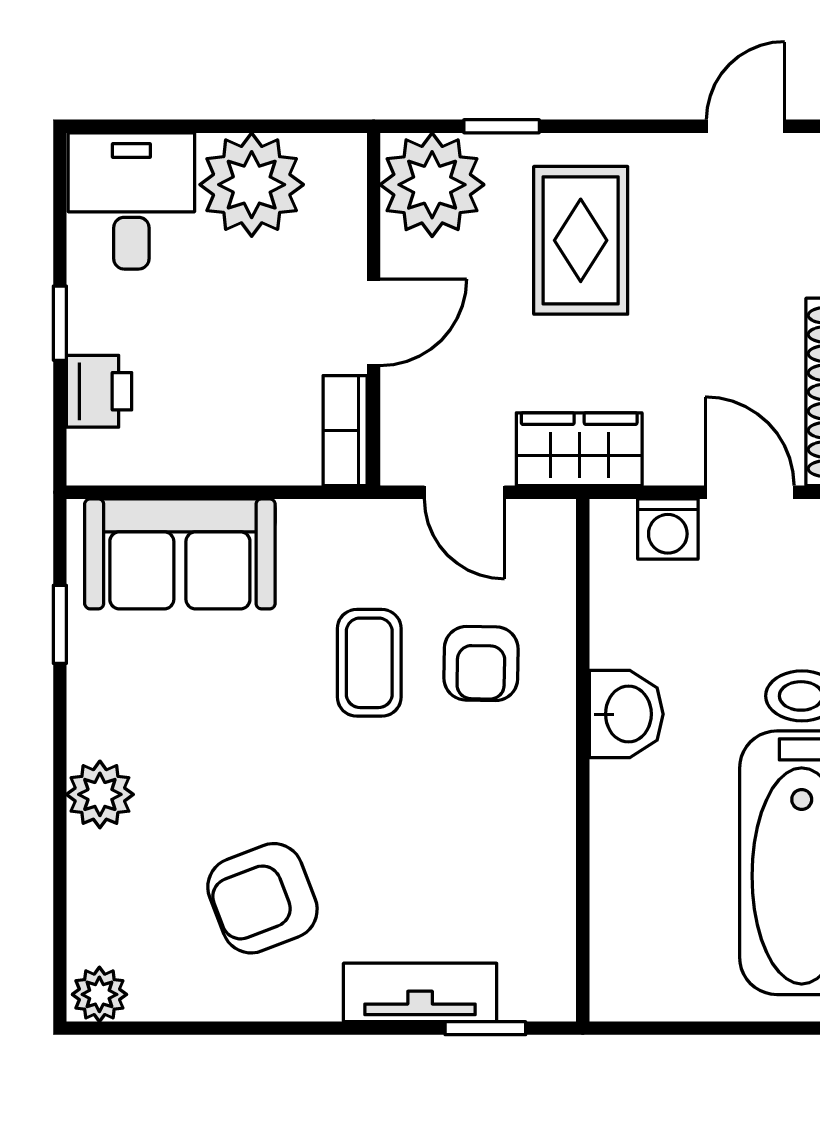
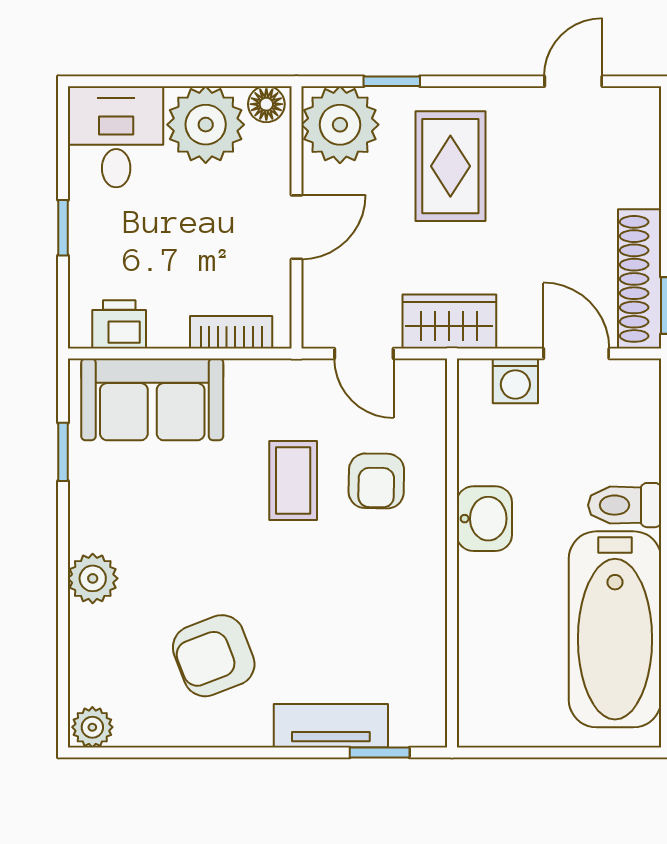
floor lamp: (333, 157) -> (266, 104), added
printer: (99, 391) -> (119, 324), moved, turned -90
bookcase: (345, 431) -> (231, 332), moved, turned 90

